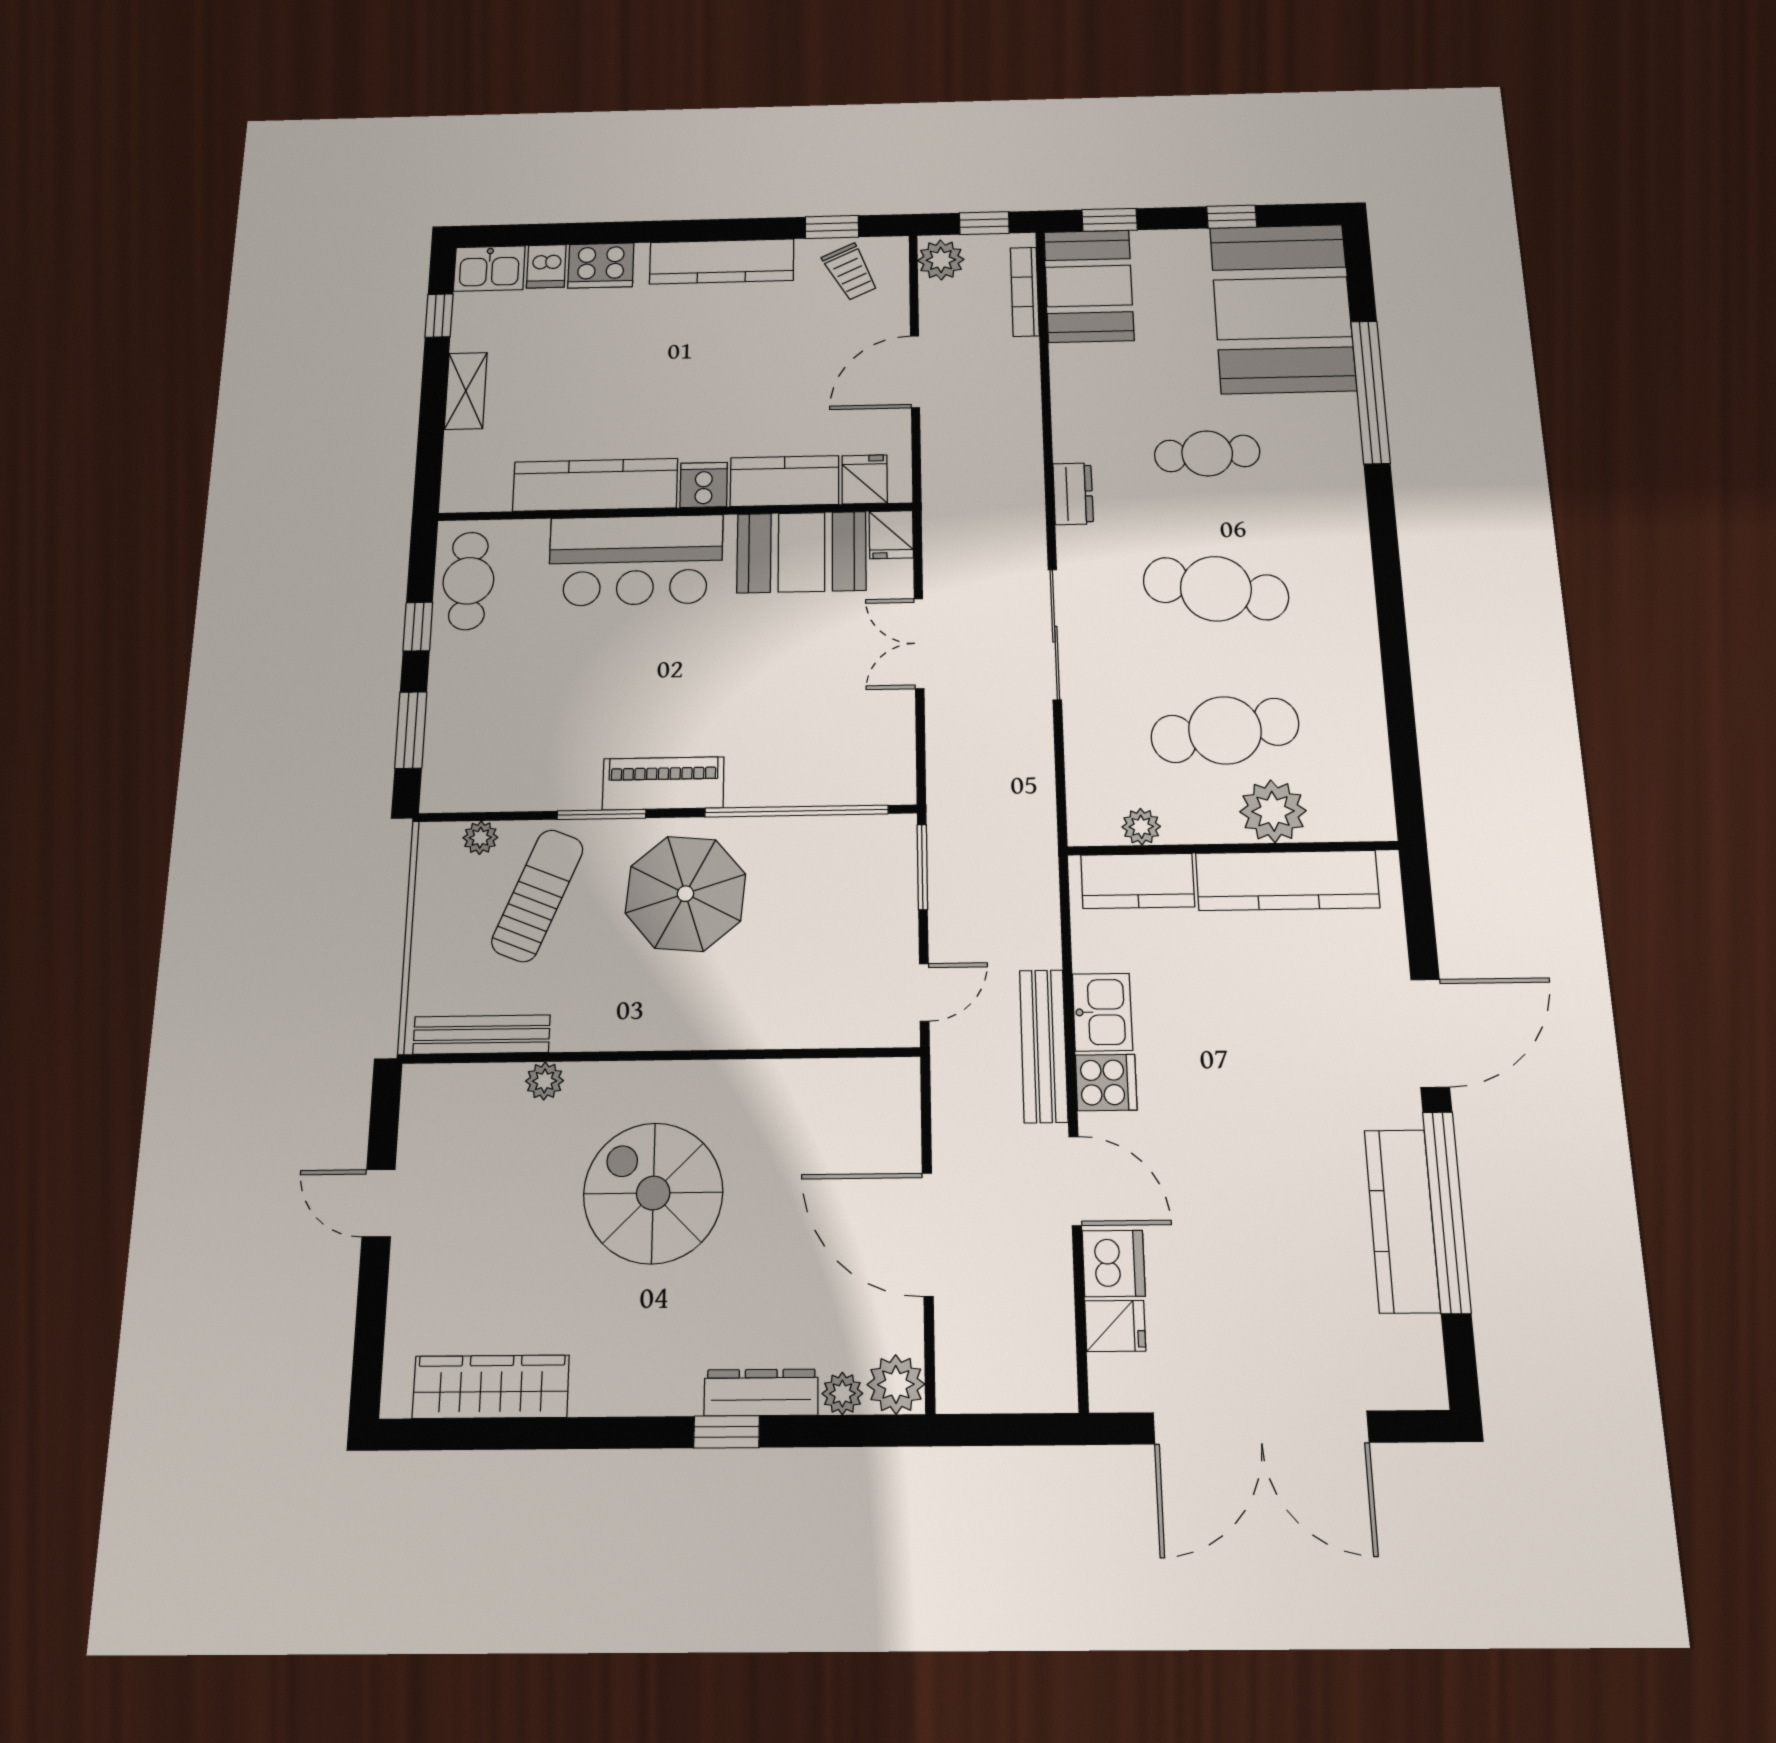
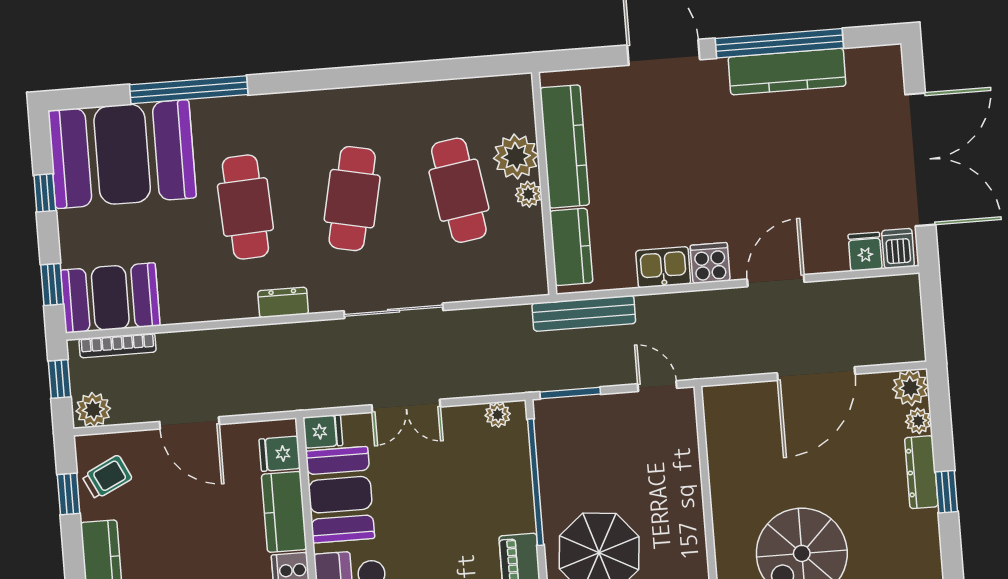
cafe table: (1207, 453) -> (245, 207), width x1.37, depth x1.35
plant: (898, 765) -> (498, 415), added
plant: (1141, 827) -> (528, 194), moved
bench: (1044, 1046) -> (584, 313), moved
dishwasher: (1114, 1263) -> (898, 248), moved, width x0.73

